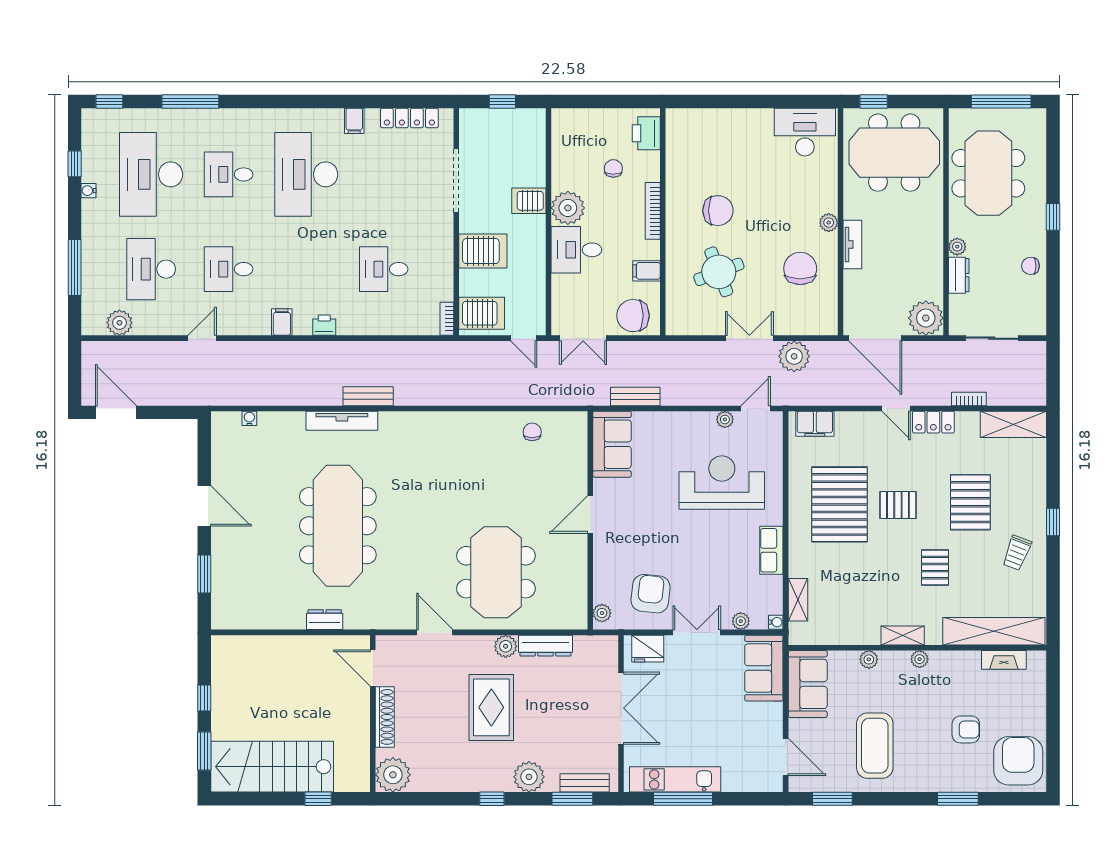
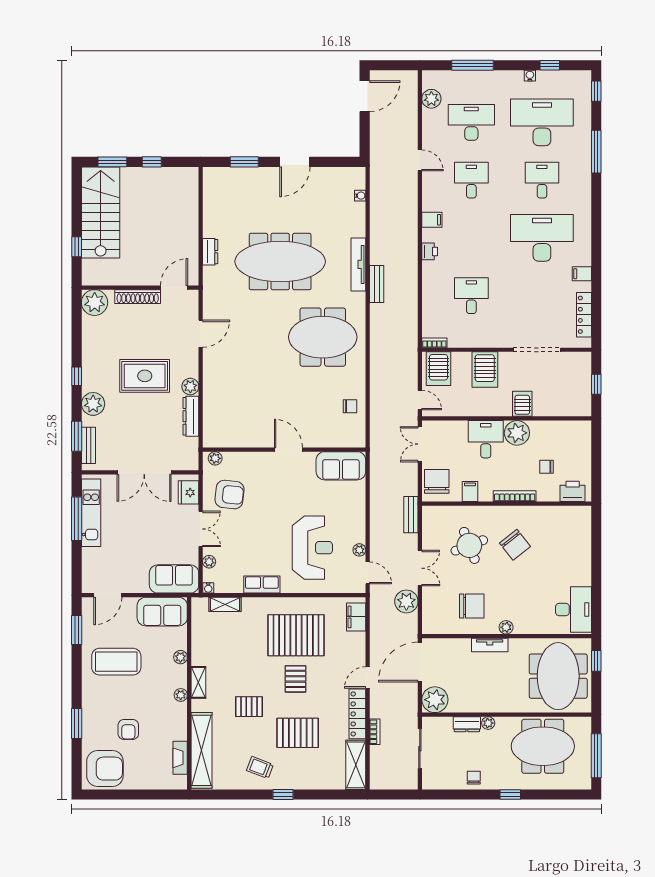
chair: (613, 168) -> (546, 467), turned 180
chair: (718, 211) -> (515, 545), turned -38
door: (524, 338) -> (420, 400), swing flipped
bench: (635, 396) -> (411, 515), moved
locker: (933, 422) -> (357, 714), width x1.53
meeting table: (496, 572) -> (323, 337), moved

